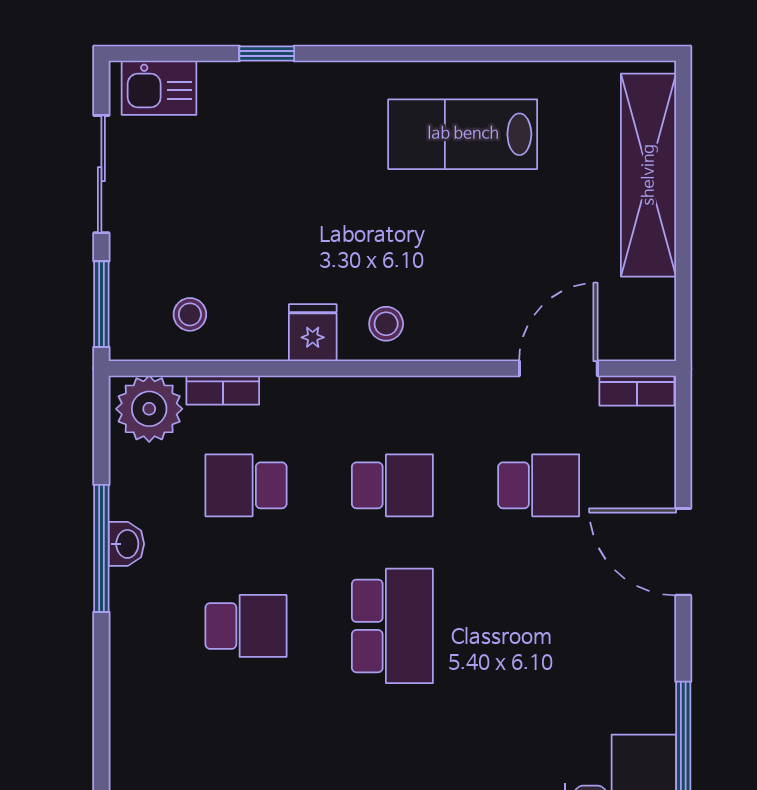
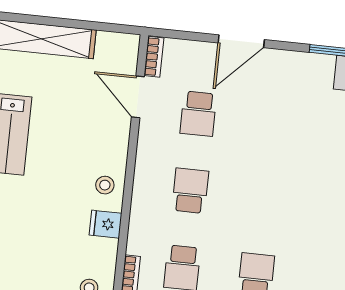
school desk: (539, 485) -> (198, 114), turned 180
school desk: (392, 626) -> (264, 198), removed

